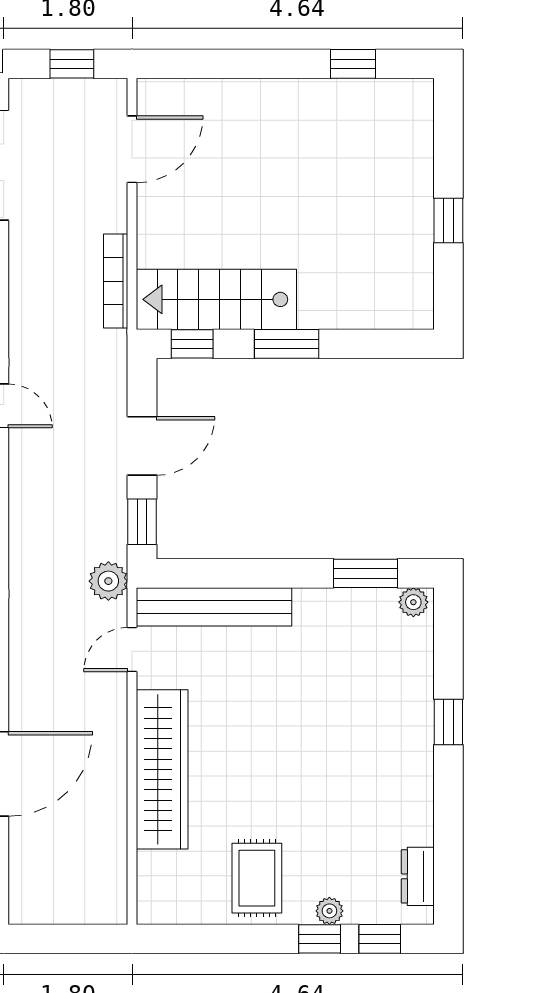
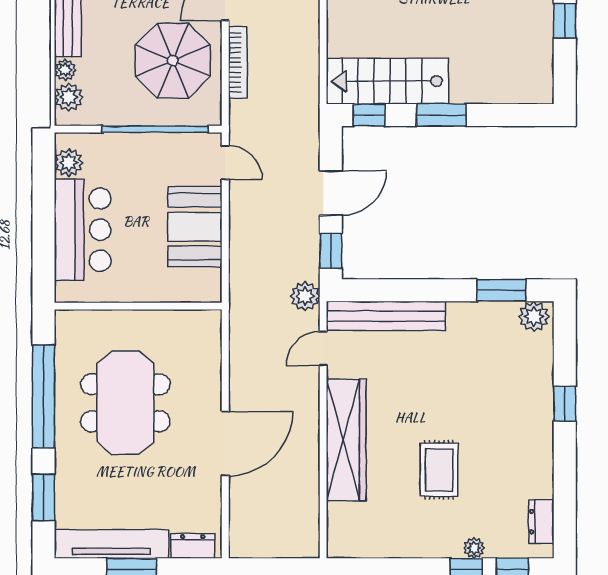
bookcase: (116, 281) -> (238, 62), moved, turned 180
plant: (413, 602) -> (534, 317), width x1.38, depth x1.38
rug: (257, 878) -> (439, 470), moved

